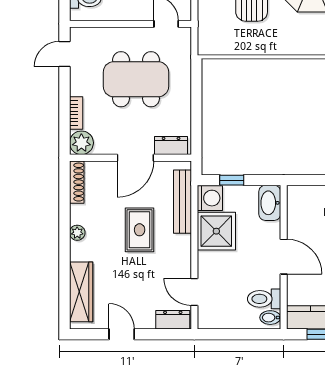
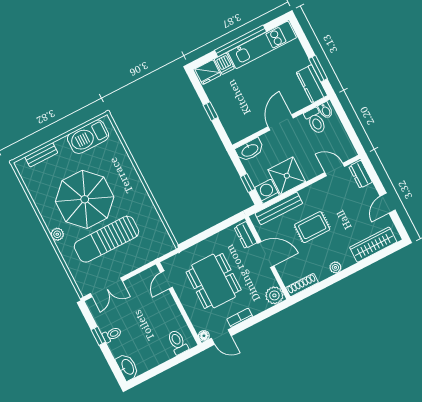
floor lamp: (77, 34) -> (204, 336), added
bookcase: (76, 113) -> (240, 318), moved
door: (194, 292) -> (335, 170), swing flipped

